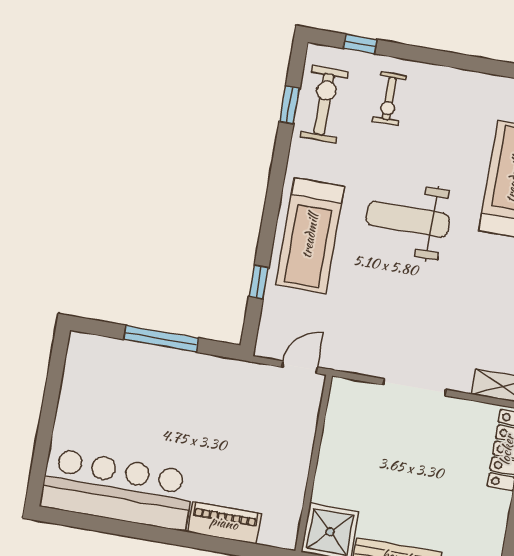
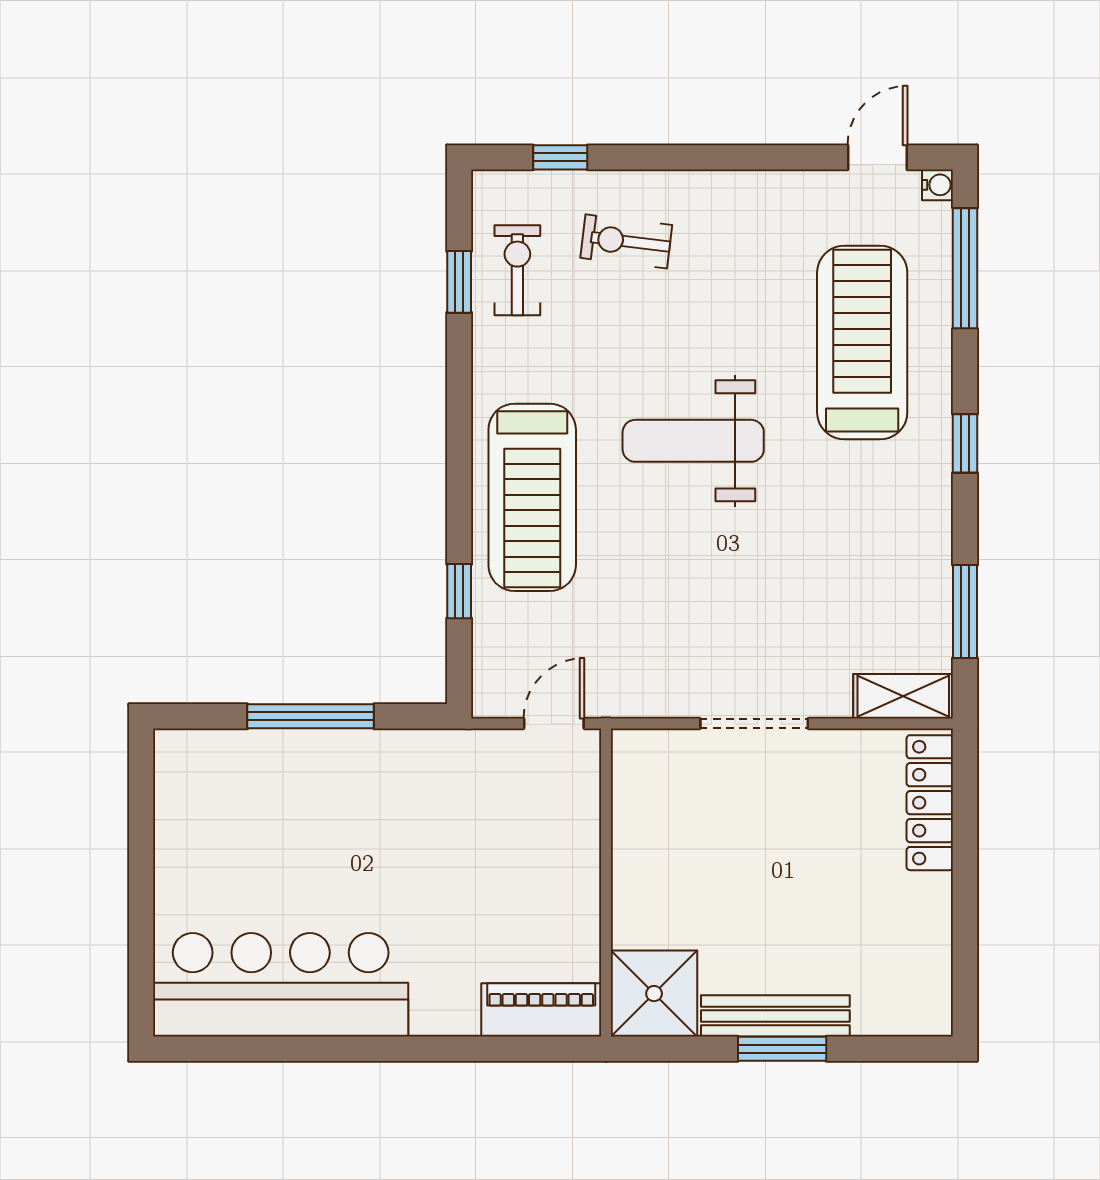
exercise bike: (389, 99) -> (626, 241), turned 97
exercise bike: (324, 104) -> (517, 270), width x0.73, depth x0.72
piano: (224, 523) -> (541, 1010), moved

